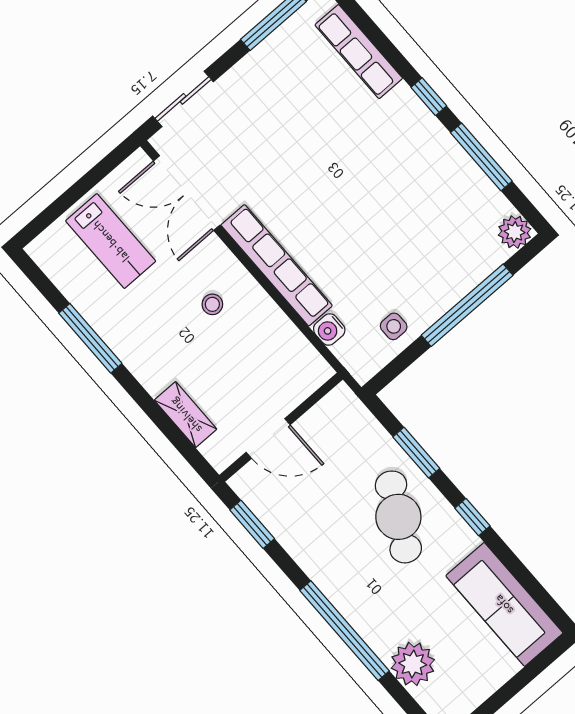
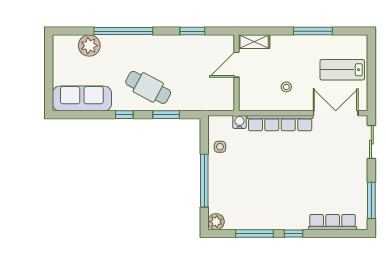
wall: (281, 427) -> (236, 73), moved
door: (268, 438) -> (236, 65), moved

